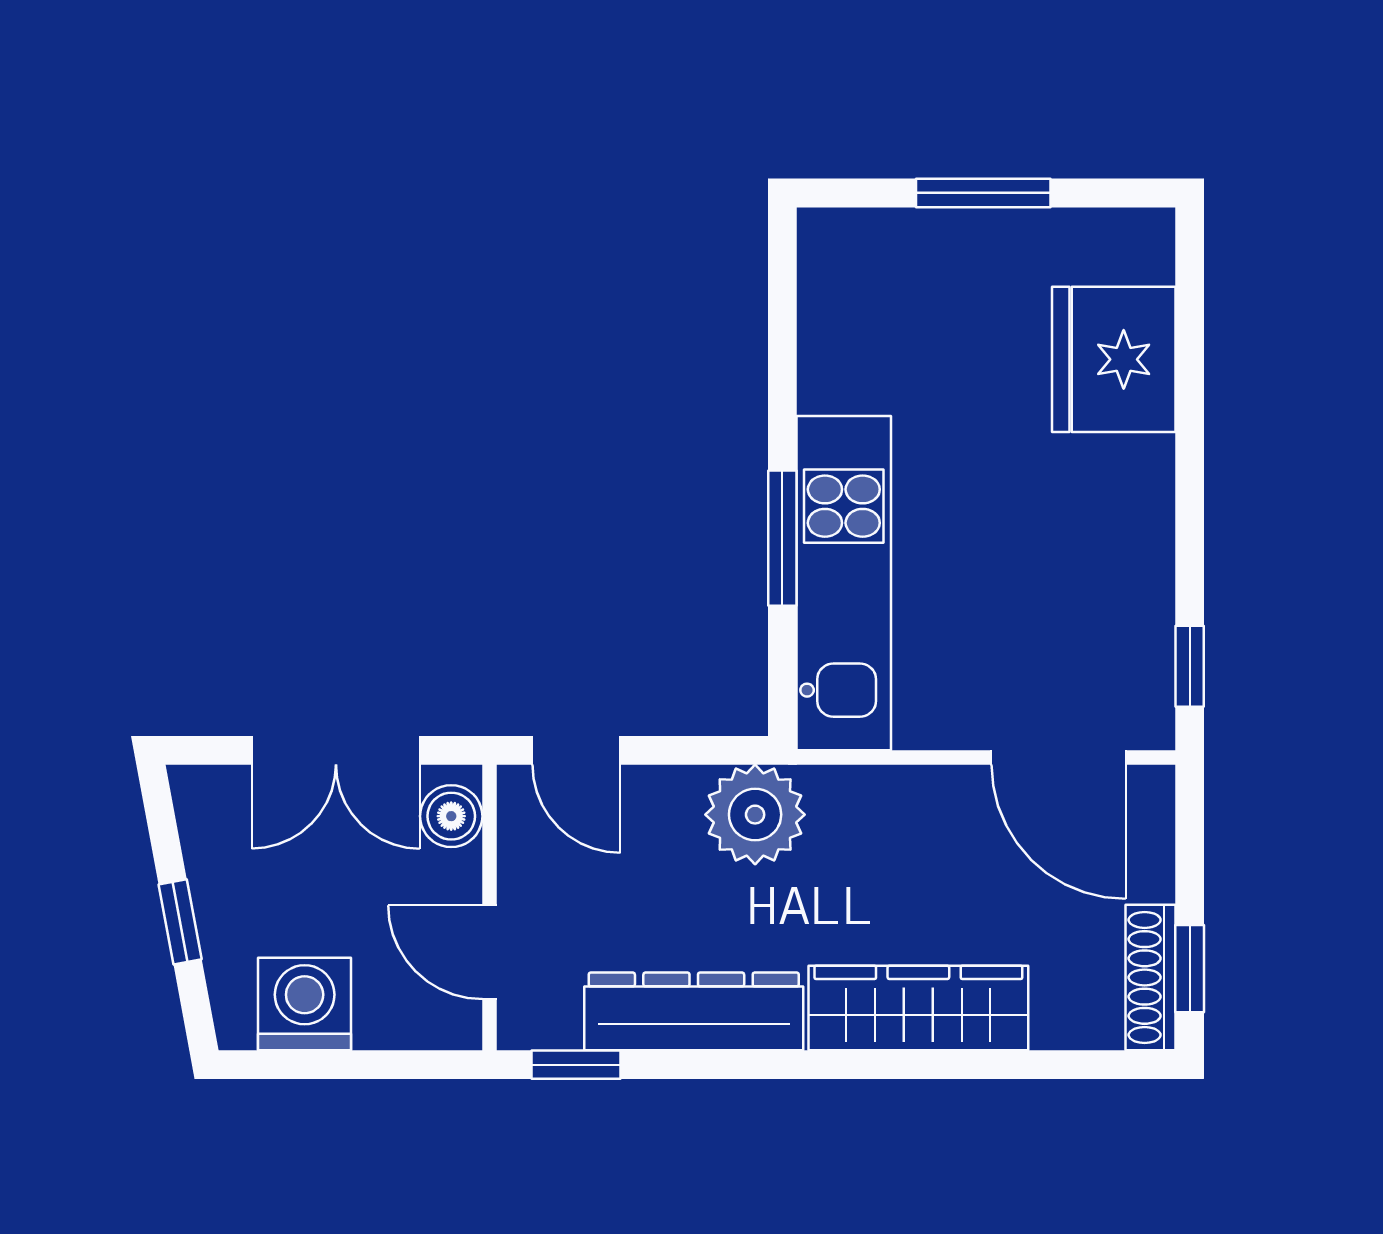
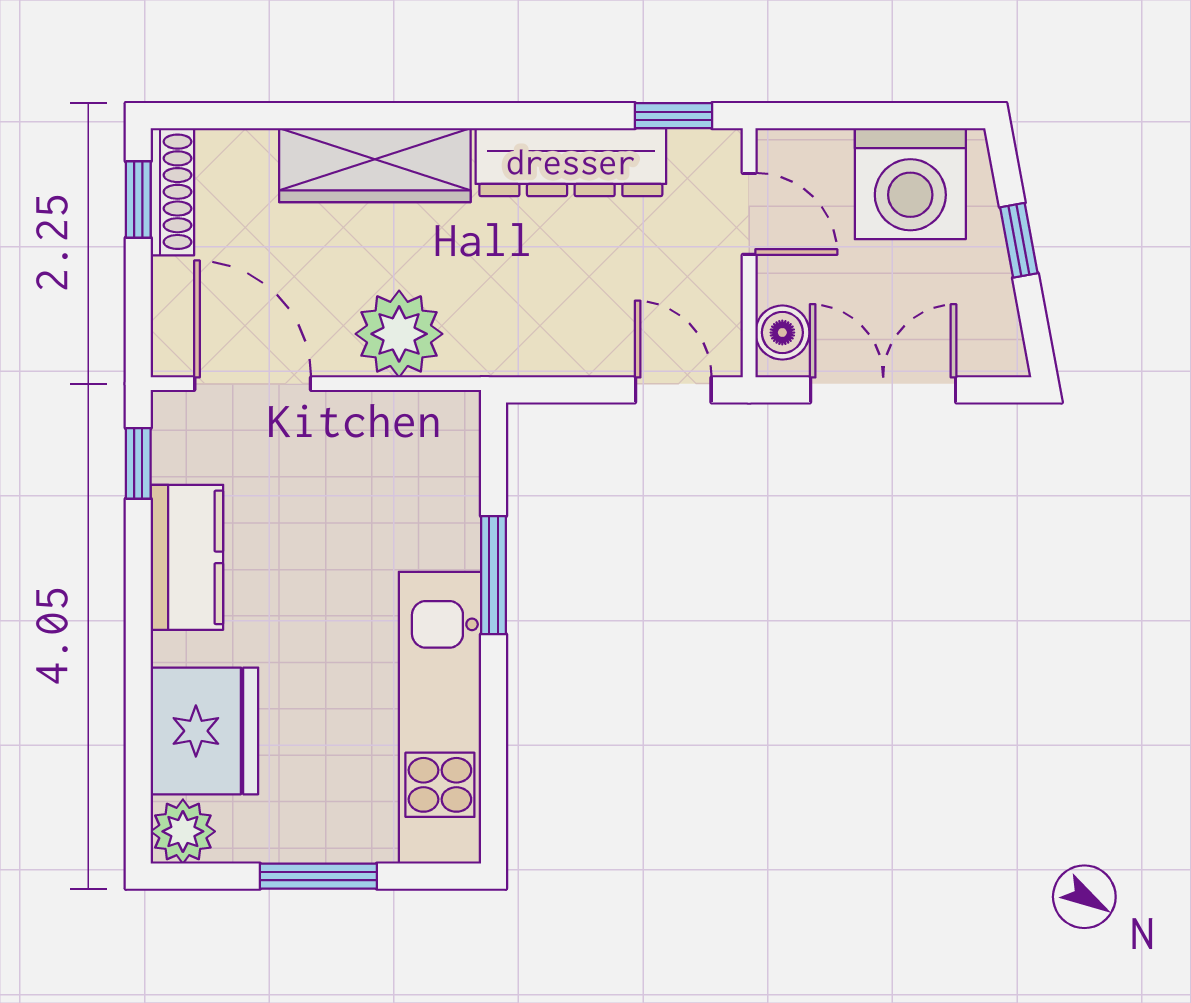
plant: (1138, 244) -> (183, 831), added
kitchen counter: (1134, 558) -> (187, 557), added
kitchen unit: (844, 583) -> (440, 718), moved
plant: (755, 815) -> (399, 334), moved
washing machine: (305, 1004) -> (910, 184), width x1.37, depth x1.37

